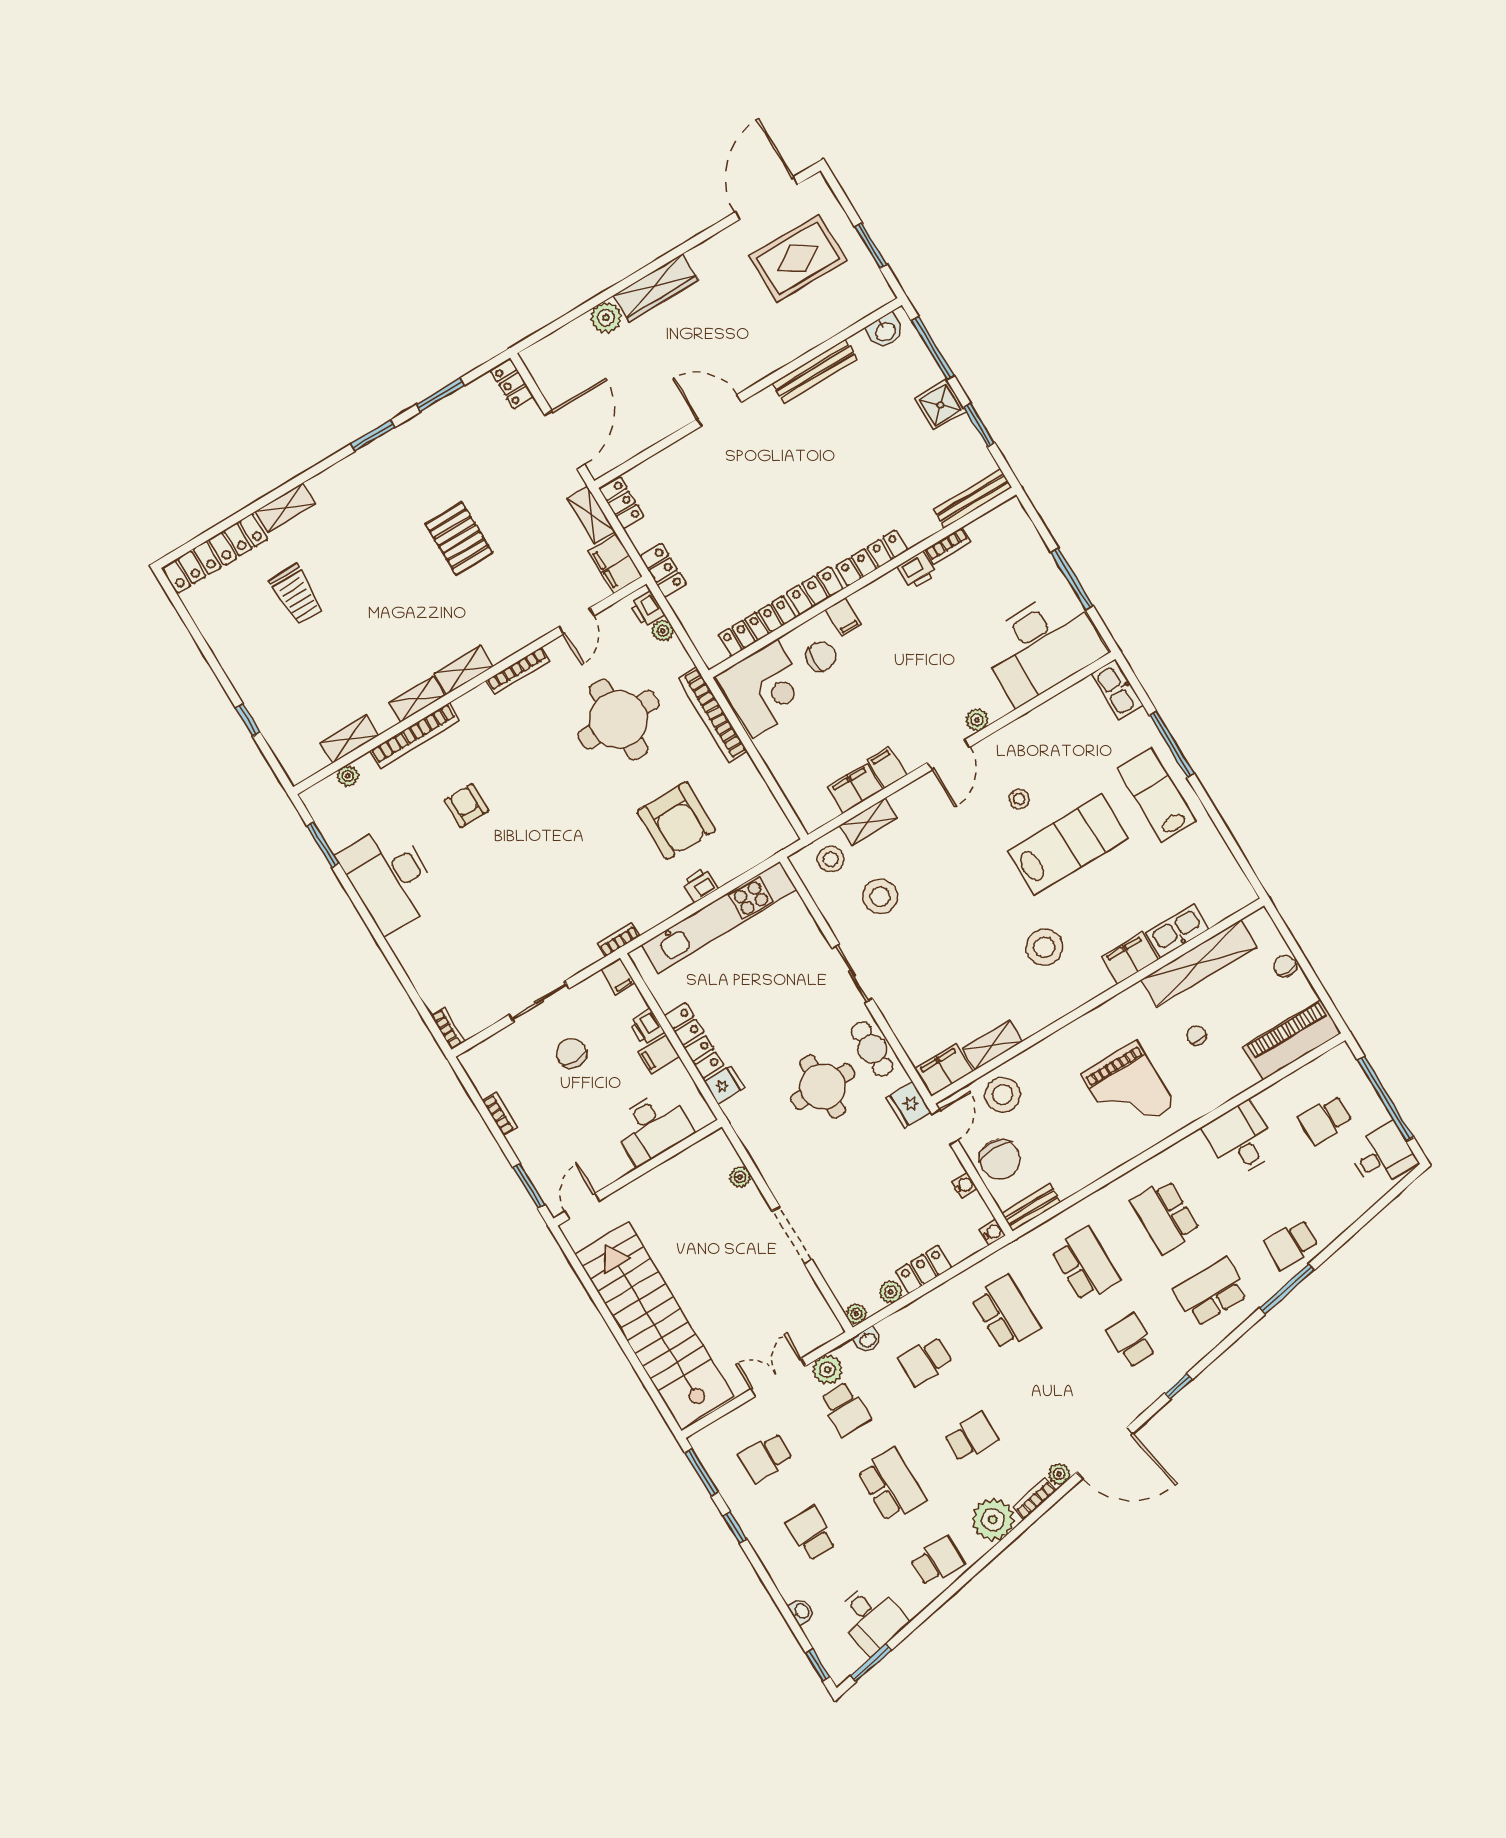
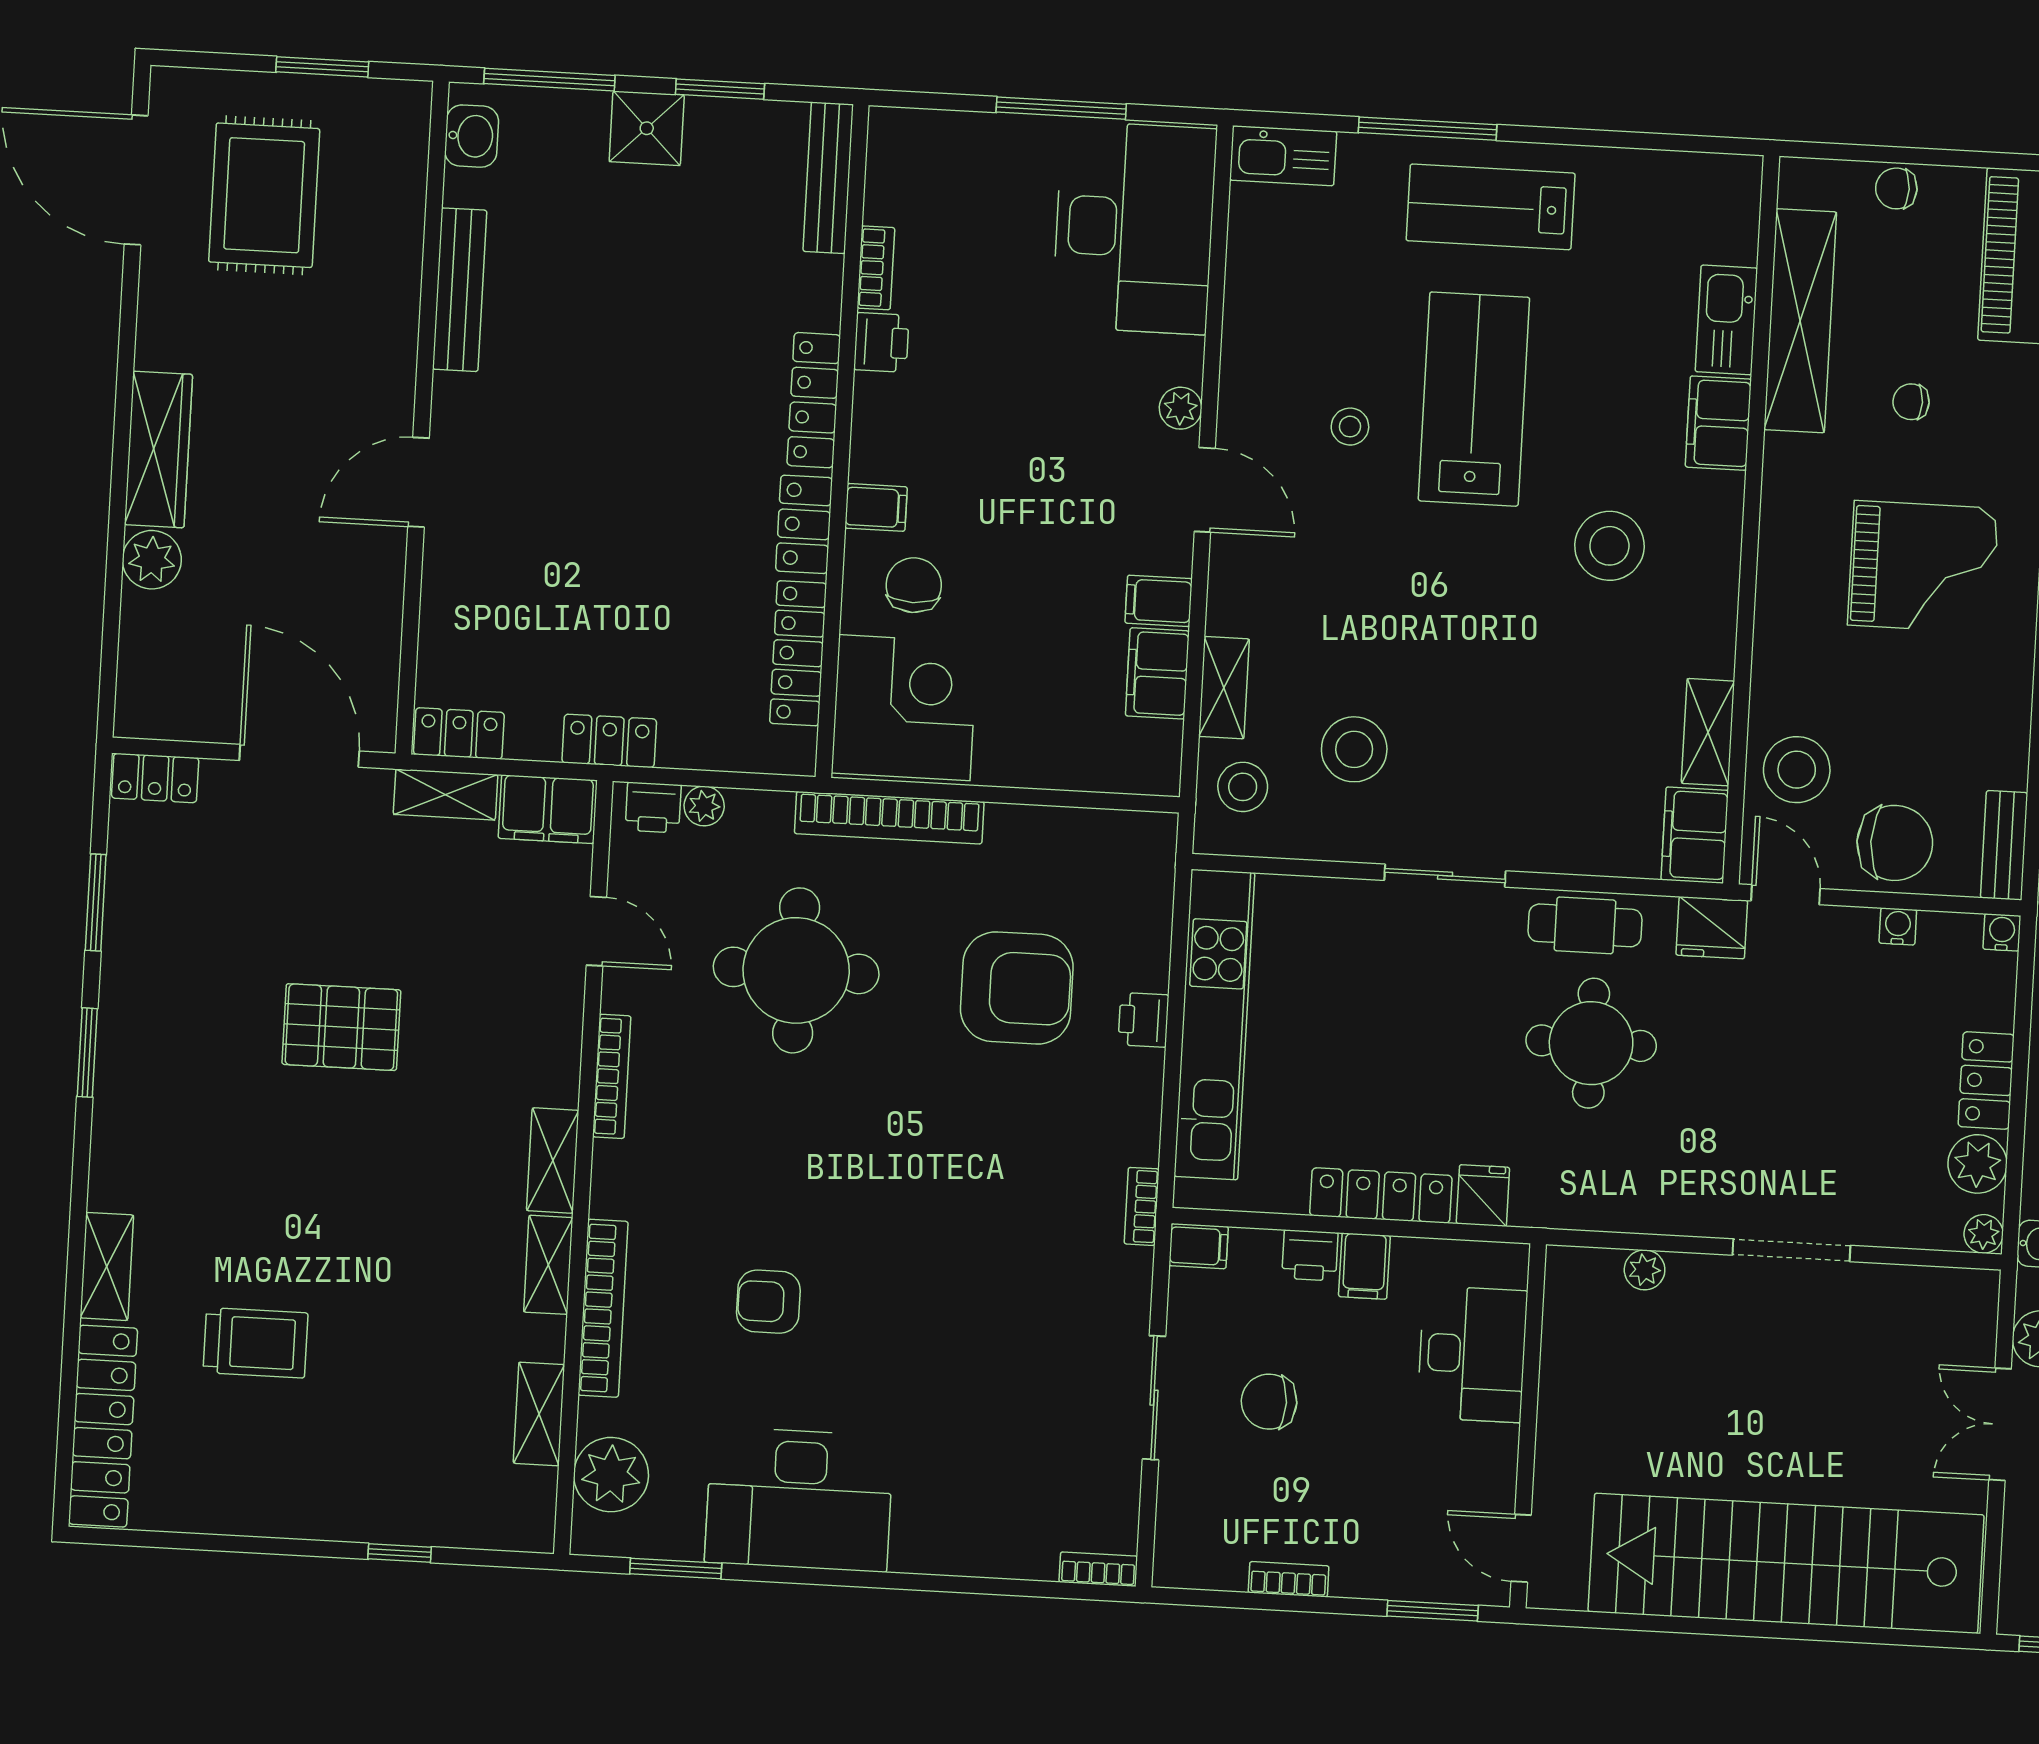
plant: (348, 776) -> (611, 1475), width x1.87, depth x1.87
plant: (891, 1292) -> (1977, 1164), width x1.38, depth x1.38

